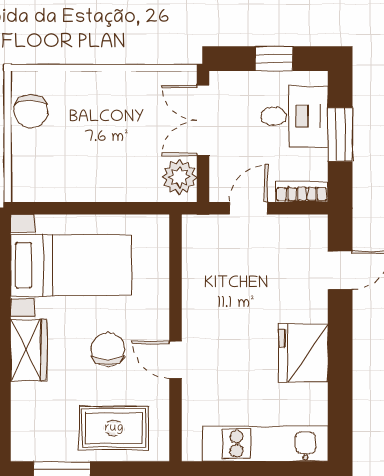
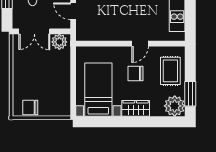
chair: (31, 111) -> (30, 107), turned 180
plant: (34, 438) -> (175, 106), added

